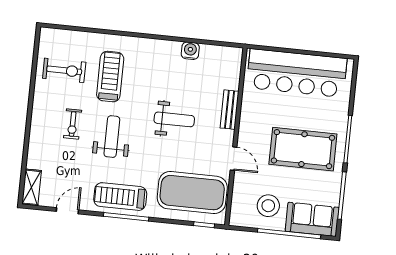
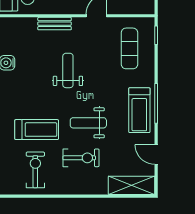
treadmill: (110, 77) -> (37, 130), turned 180
exercise bike: (73, 124) -> (81, 158), width x1.38, depth x1.39
shelving: (32, 187) -> (132, 185), width x1.50, depth x1.33
exercise mat: (192, 193) -> (129, 48), width x0.50, depth x0.69

